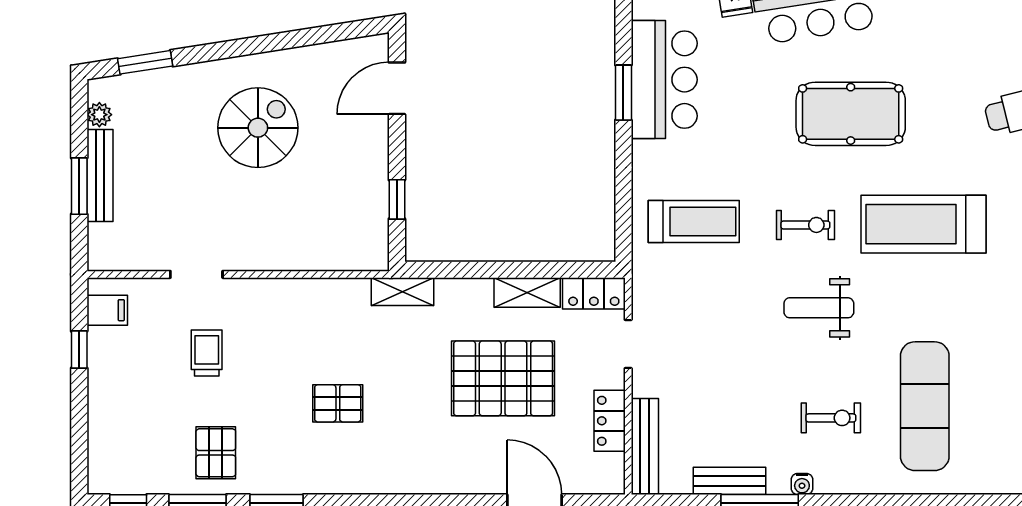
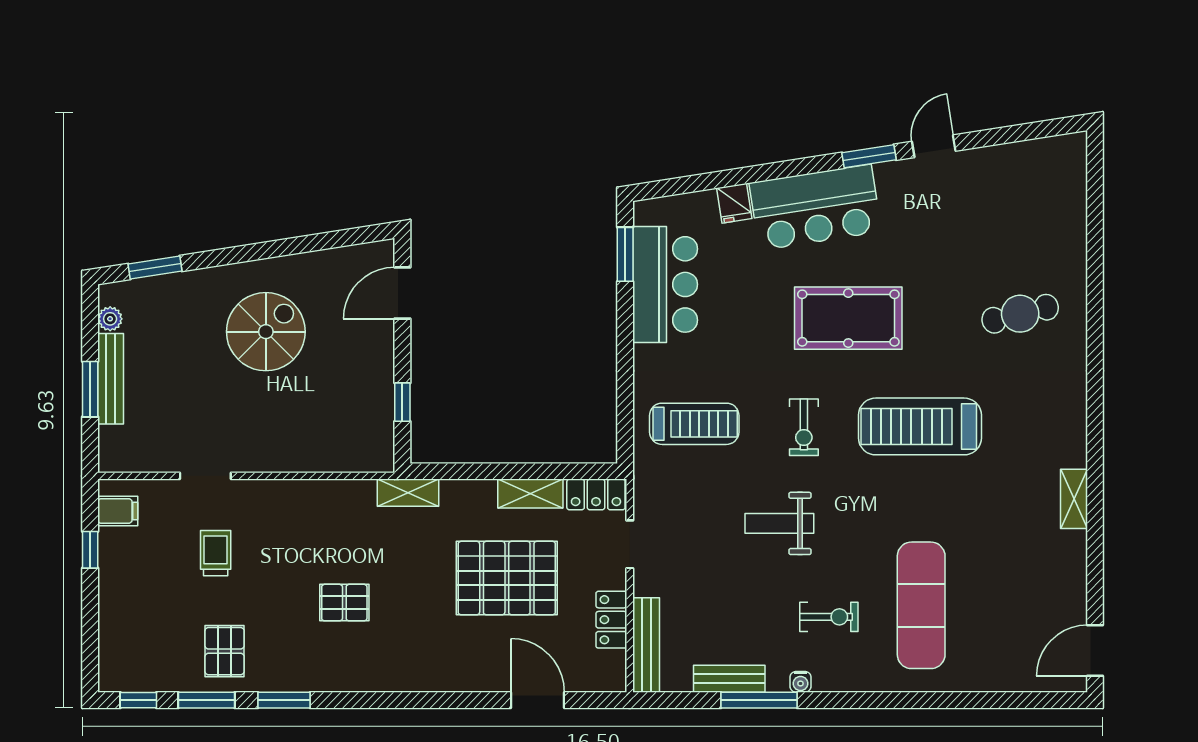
window: (623, 93) -> (625, 254), moved
exercise bike: (805, 225) -> (804, 427), turned 90
weight bench: (819, 308) -> (779, 523), moved

